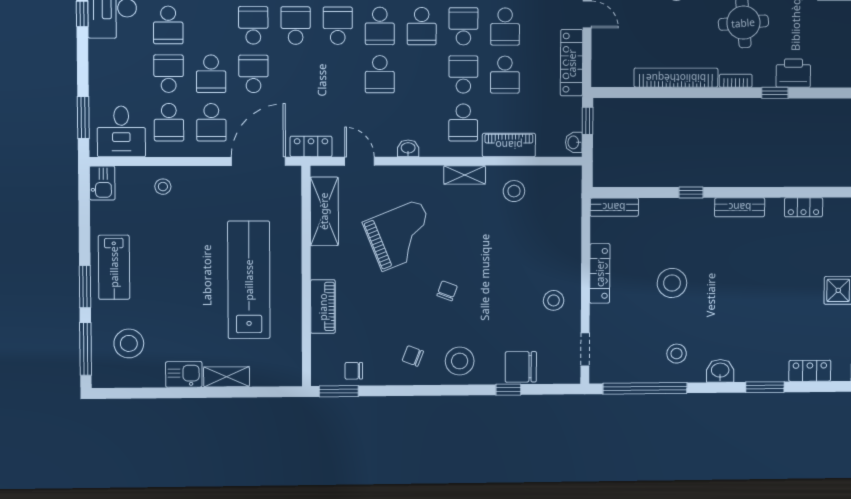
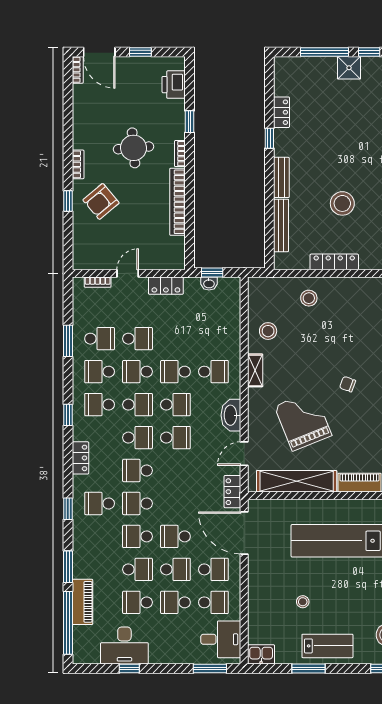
school desk: (168, 25) -> (137, 602), turned 180
school desk: (211, 25) -> (137, 569), added
locker: (572, 63) -> (166, 286), width x0.66
printer: (793, 73) -> (174, 85), moved
school desk: (505, 75) -> (175, 405), moved
washbasin: (574, 142) -> (209, 283), moved
piano: (509, 145) -> (231, 335), removed
washbasin: (408, 148) -> (231, 415), width x1.91, depth x1.45
stool: (163, 187) -> (303, 602), moved
window: (691, 192) -> (269, 138), moved
bench: (614, 207) -> (281, 225), moved, width x1.36
bench: (740, 207) -> (281, 177), moved
locker: (804, 207) -> (282, 112), moved
shelving: (324, 211) -> (297, 481), width x1.47
window: (85, 287) -> (309, 668), moved
stool: (554, 300) -> (309, 298), moved

